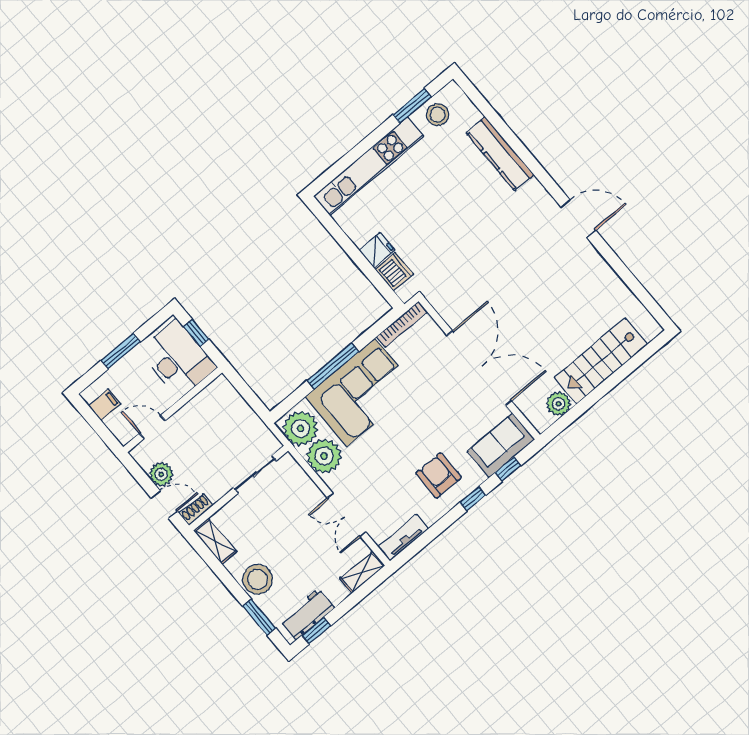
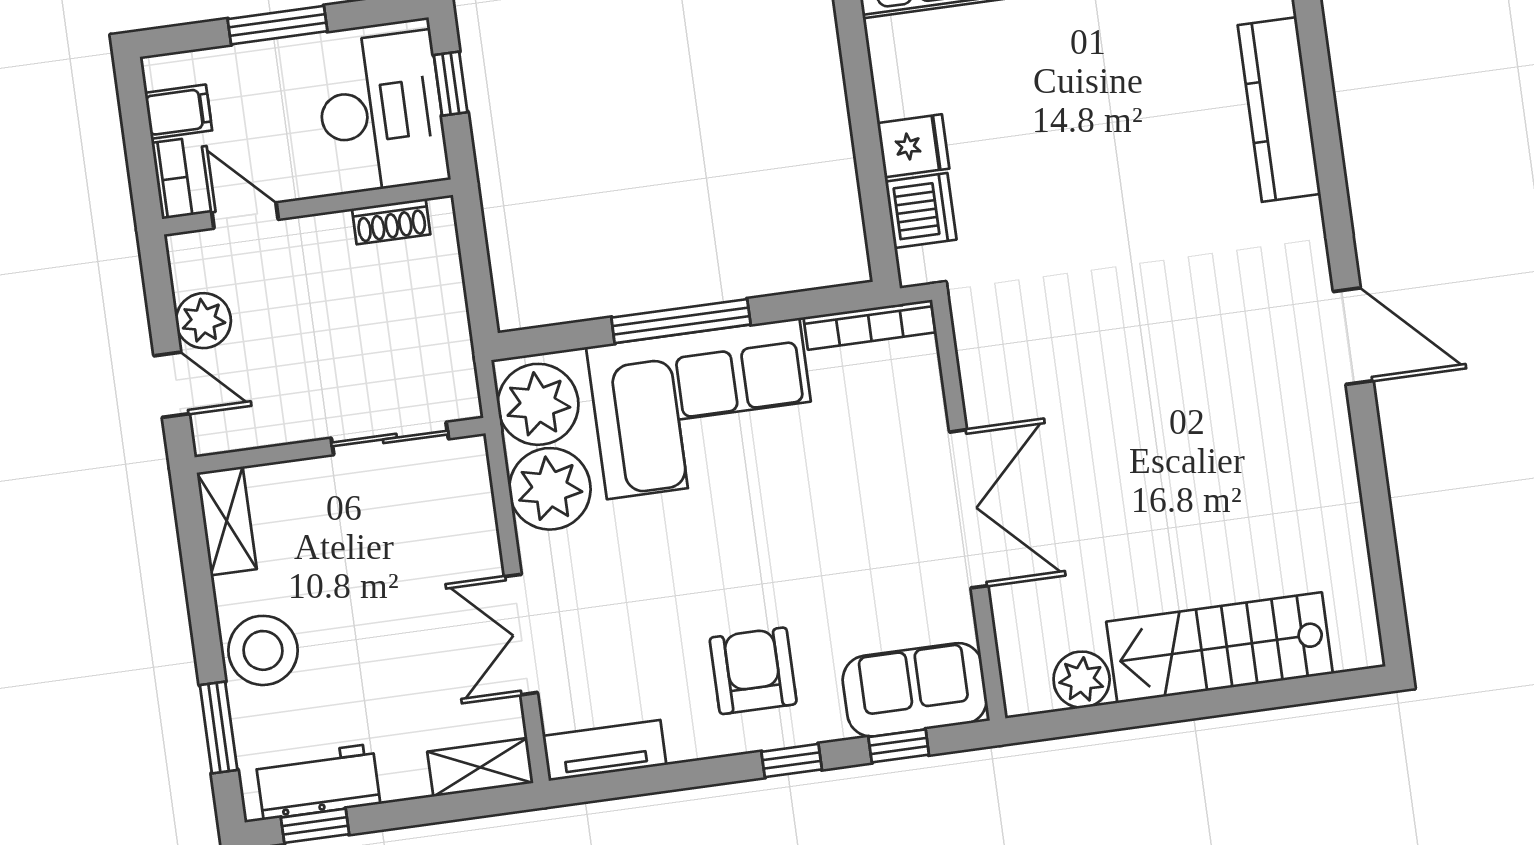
double door: (479, 368) -> (969, 509), width x0.73
bookcase: (118, 431) -> (172, 179), added
shoe rack: (196, 509) -> (391, 221), moved, turned 180

